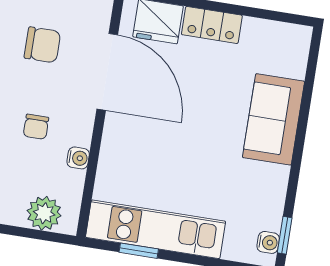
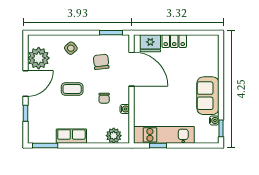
chair: (42, 45) -> (101, 62), turned -96
sofa: (273, 119) -> (208, 96), moved
water cooler: (268, 242) -> (214, 120), moved

